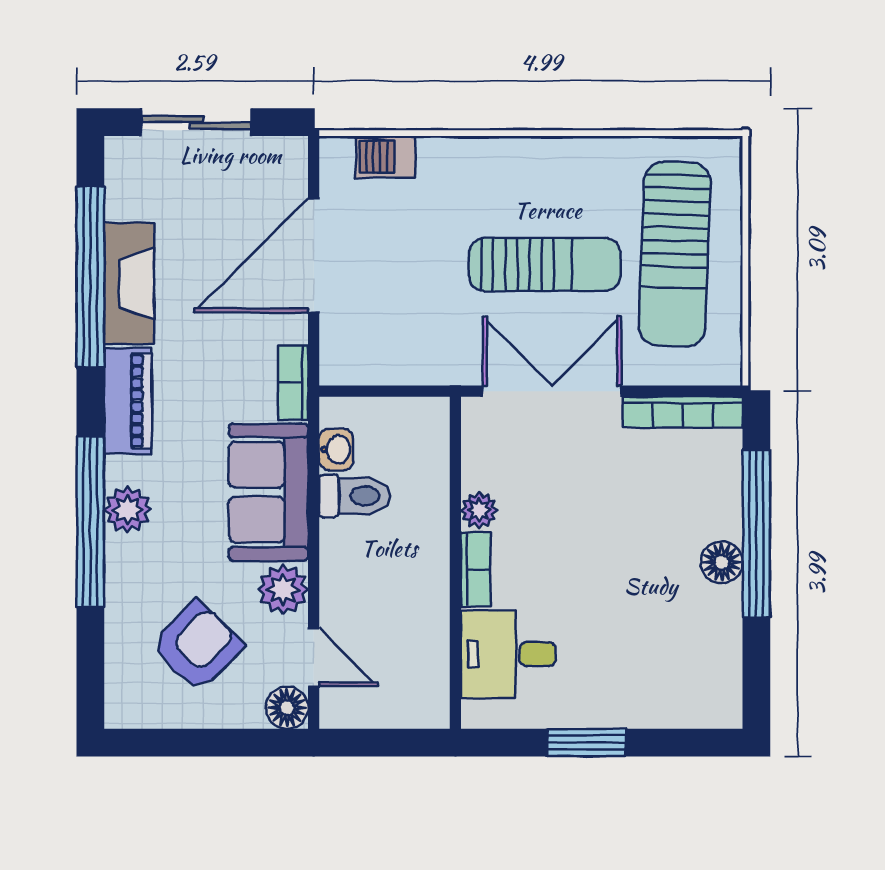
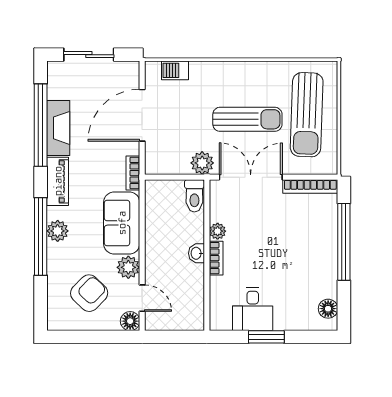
plant: (445, 360) -> (202, 163), added
washbasin: (336, 449) -> (197, 253), moved, turned 180
toilet: (355, 496) -> (194, 196), moved, turned 90
floor lamp: (722, 562) -> (328, 309), moved
desk: (508, 654) -> (253, 309), moved, turned -90

